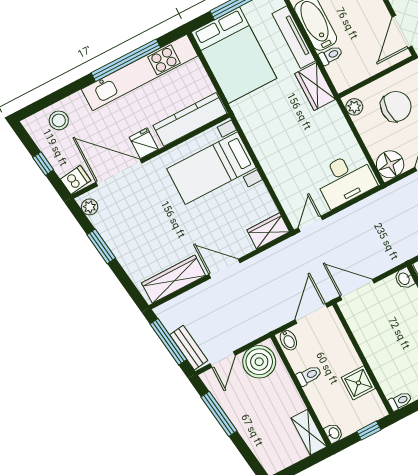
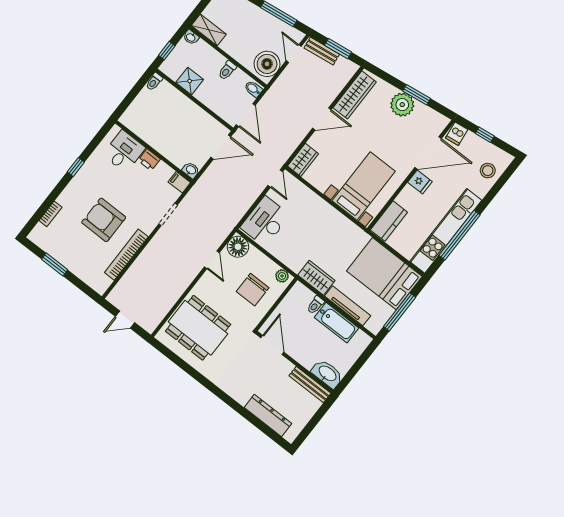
kitchen counter: (190, 119) -> (389, 221), width x0.67
plant: (90, 207) -> (402, 105), moved, width x1.87, depth x1.87
window: (168, 342) -> (338, 49), width x0.69

